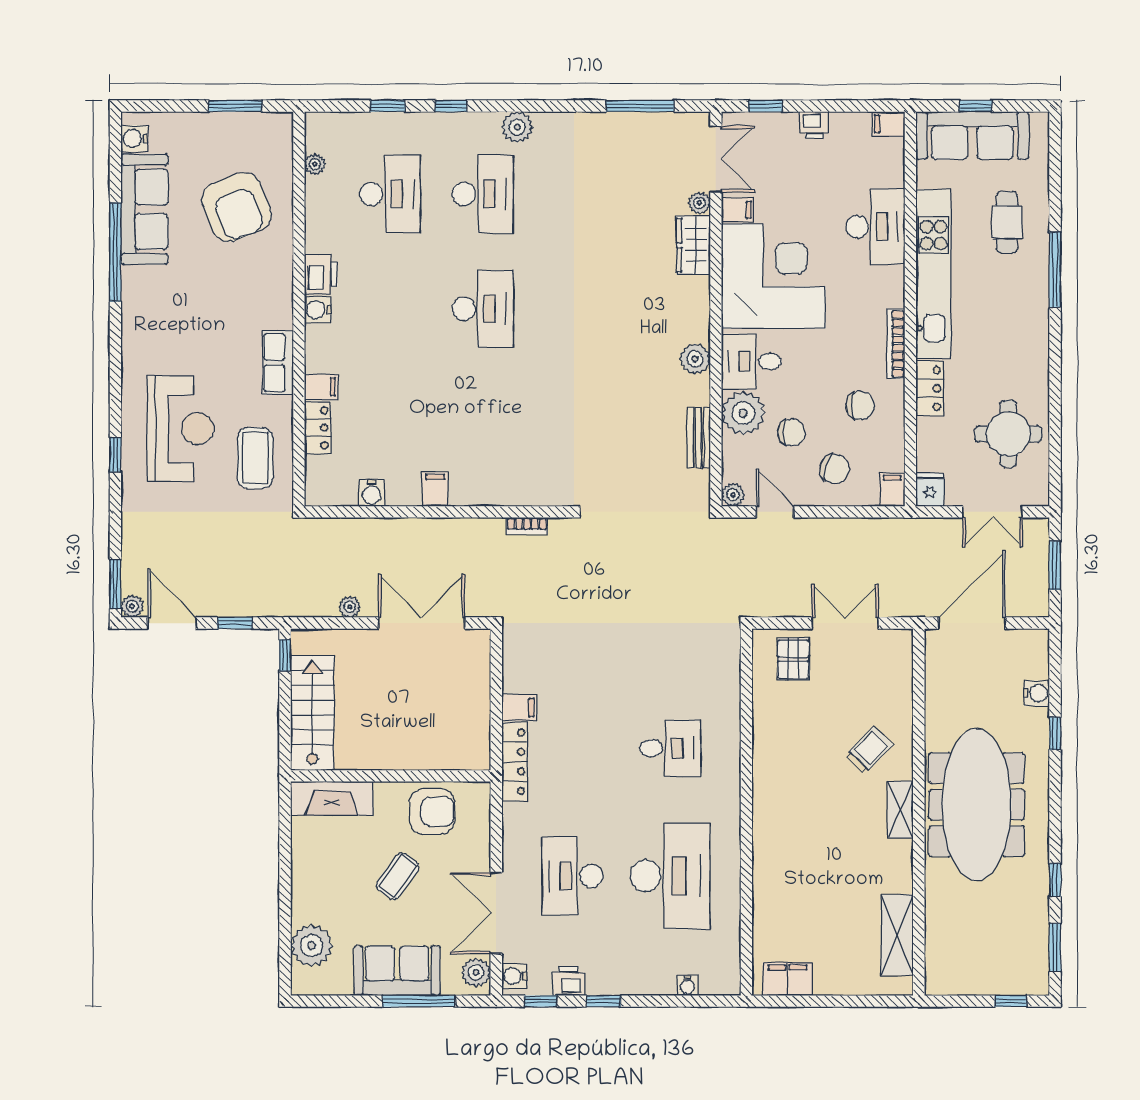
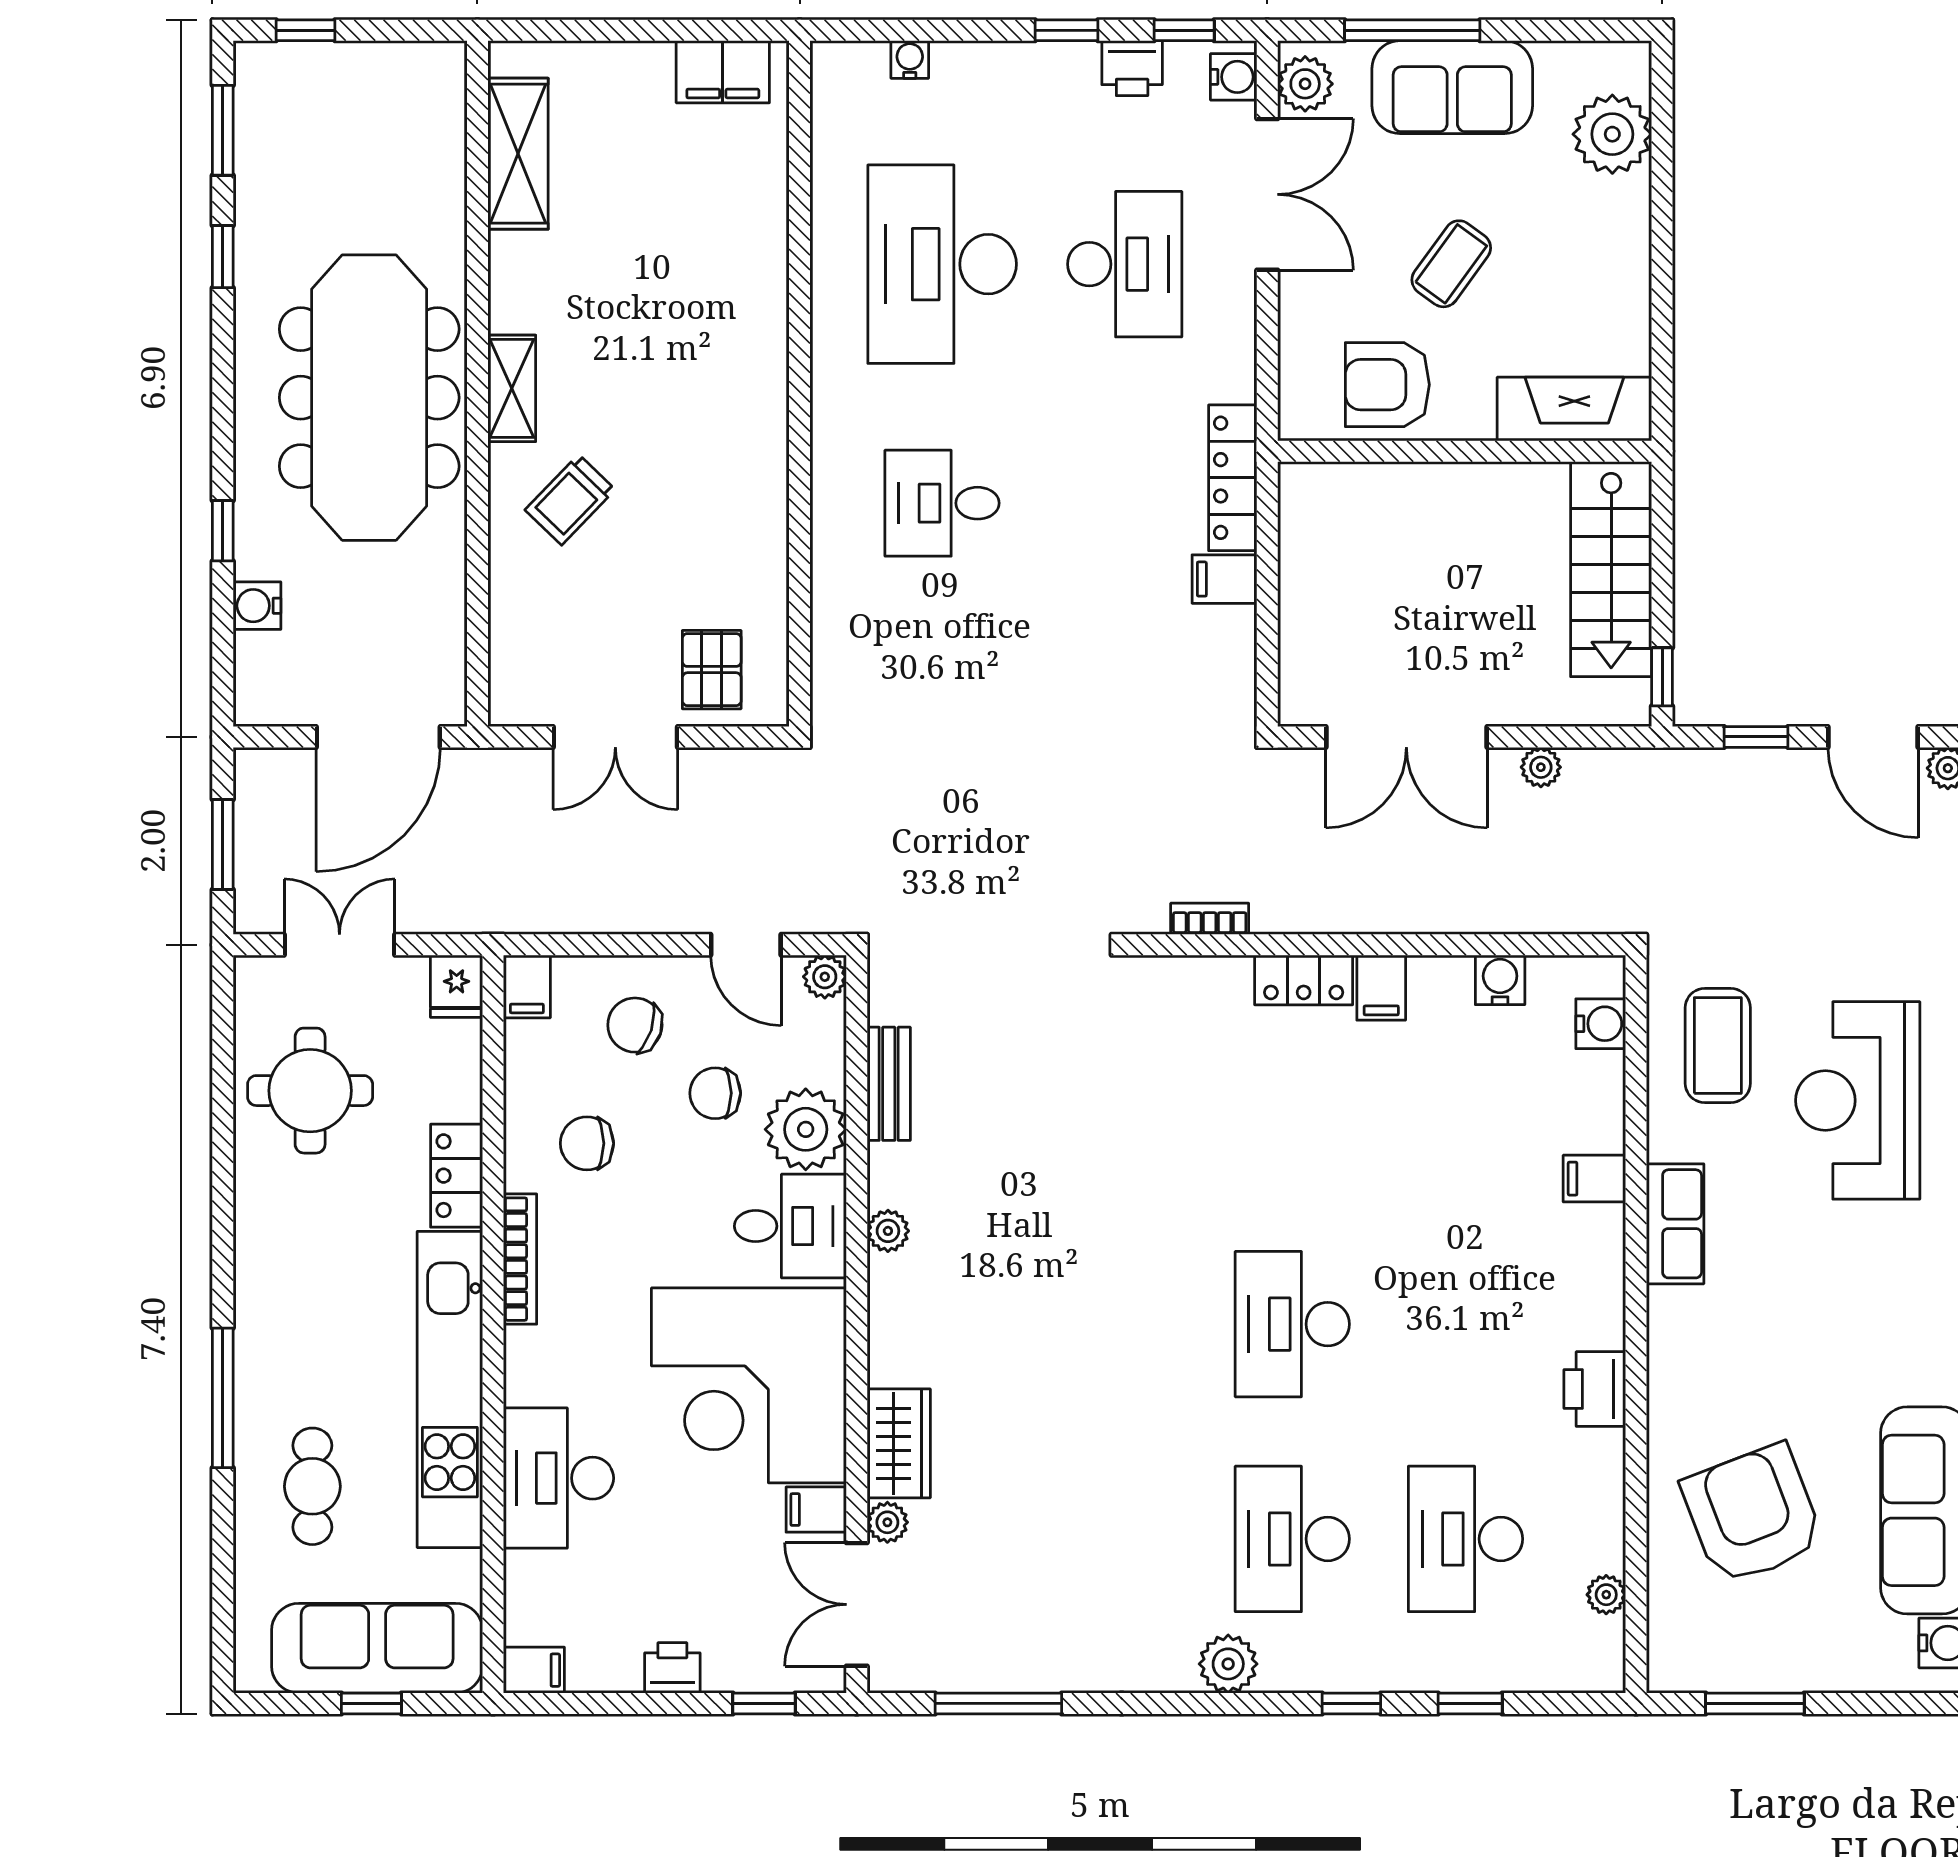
water cooler: (318, 310) -> (1601, 1024), moved
plant: (695, 359) -> (888, 1231), width x0.73, depth x0.73
locker: (318, 428) -> (1304, 980), moved, turned -90

